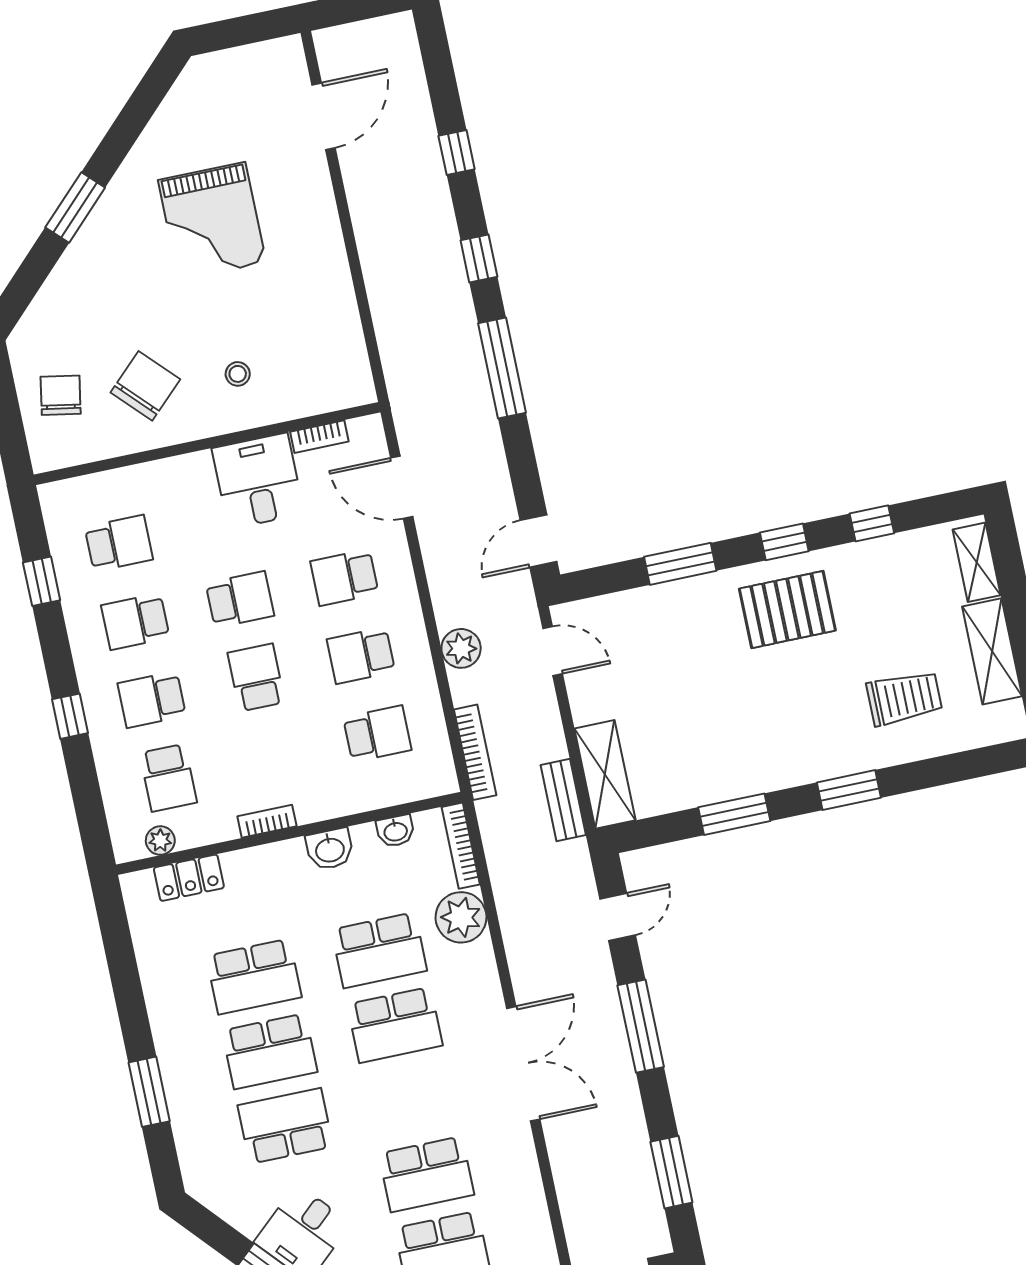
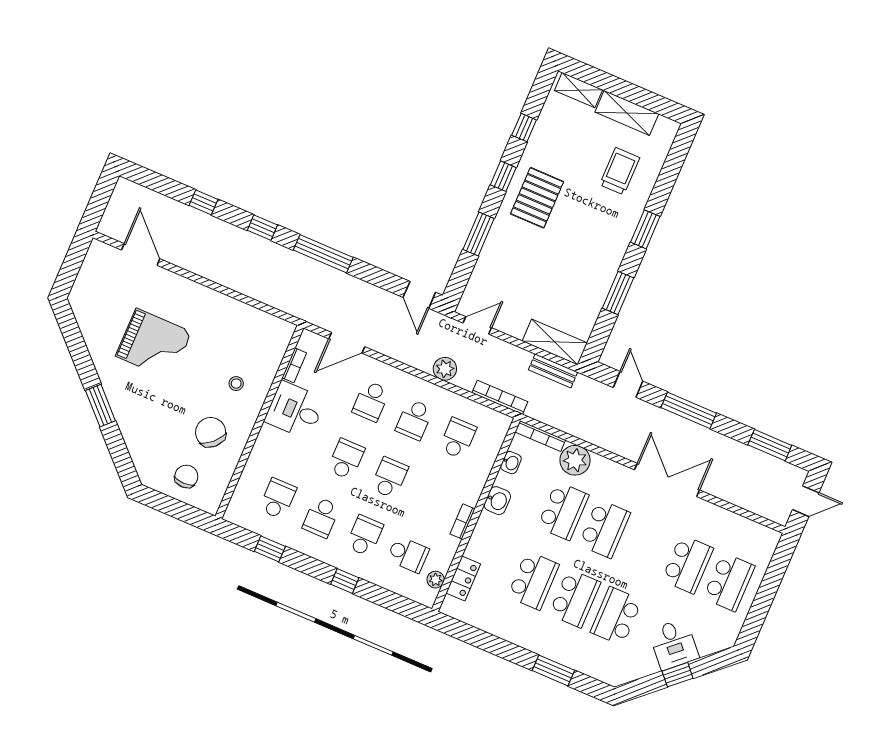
chair: (61, 395) -> (186, 476), turned 80
school desk: (256, 678) -> (389, 478), turned 90
school desk: (152, 700) -> (365, 536), turned 180

